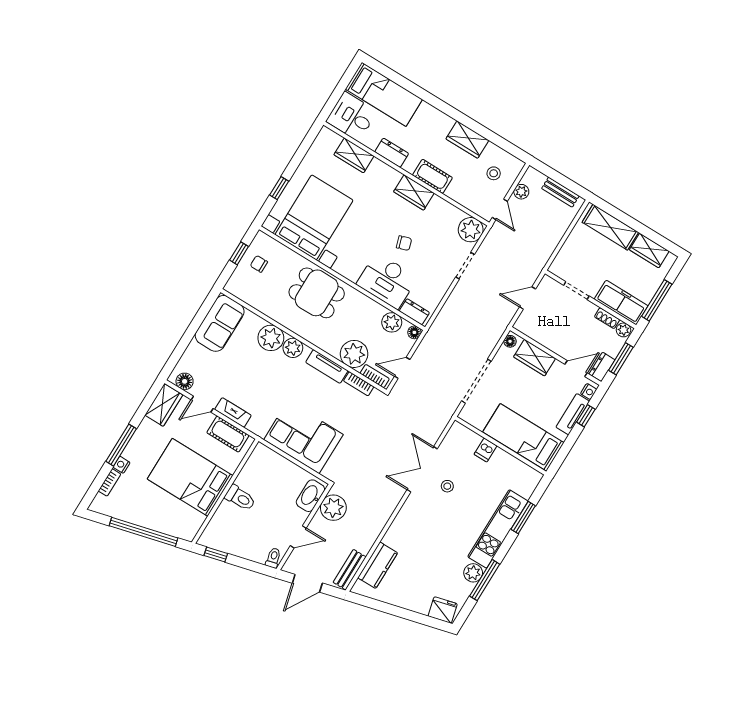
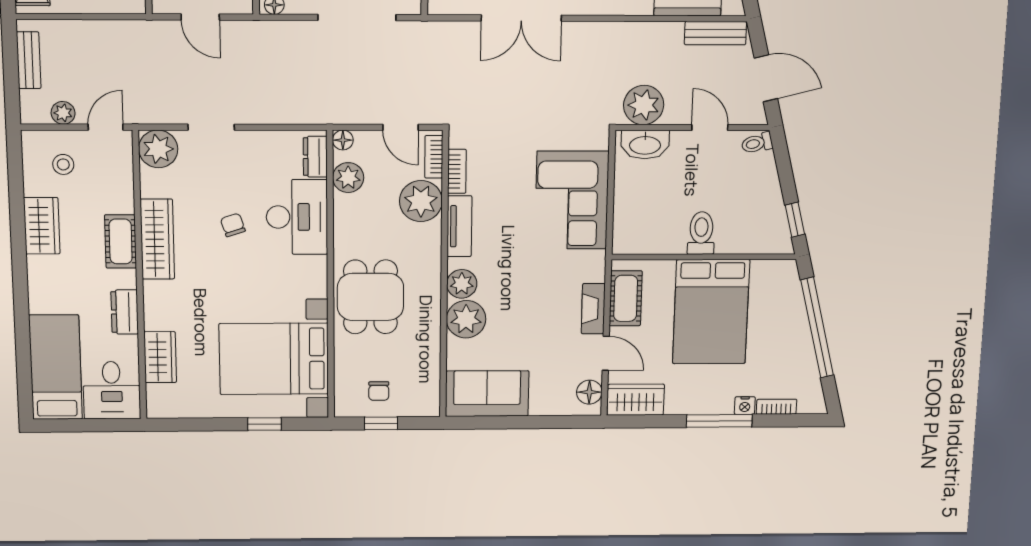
wardrobe: (414, 192) -> (157, 239), width x1.50

